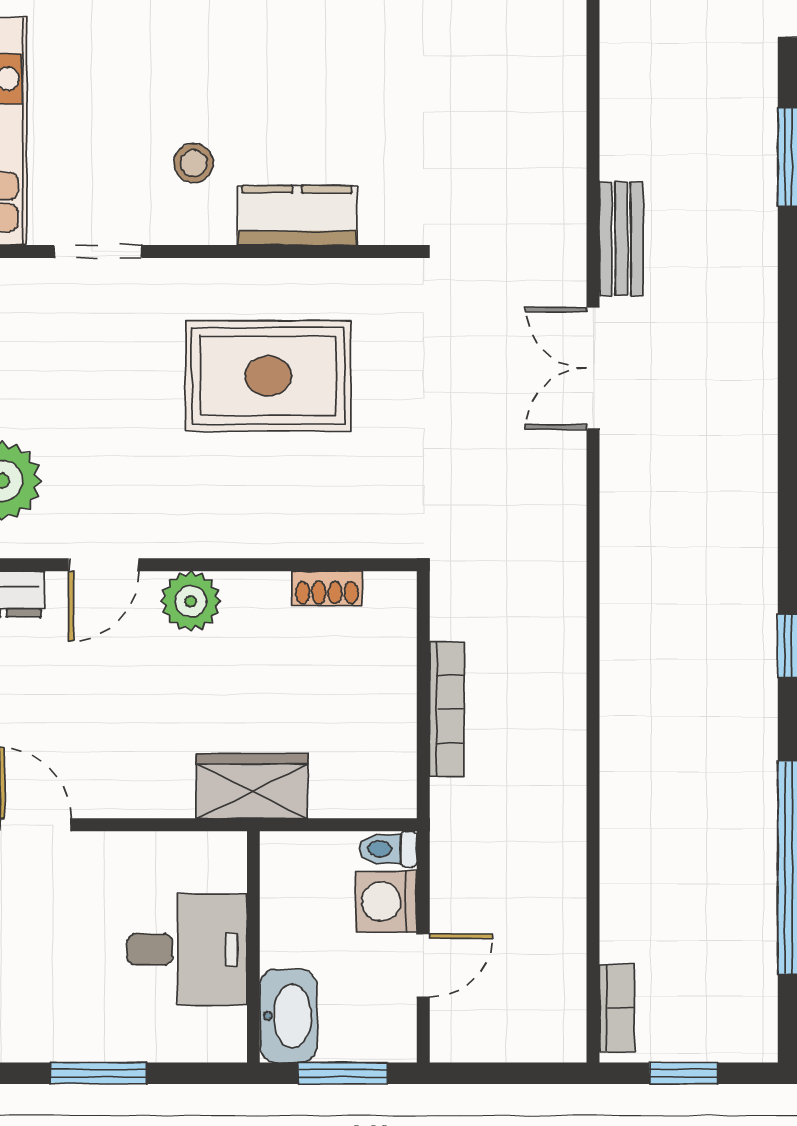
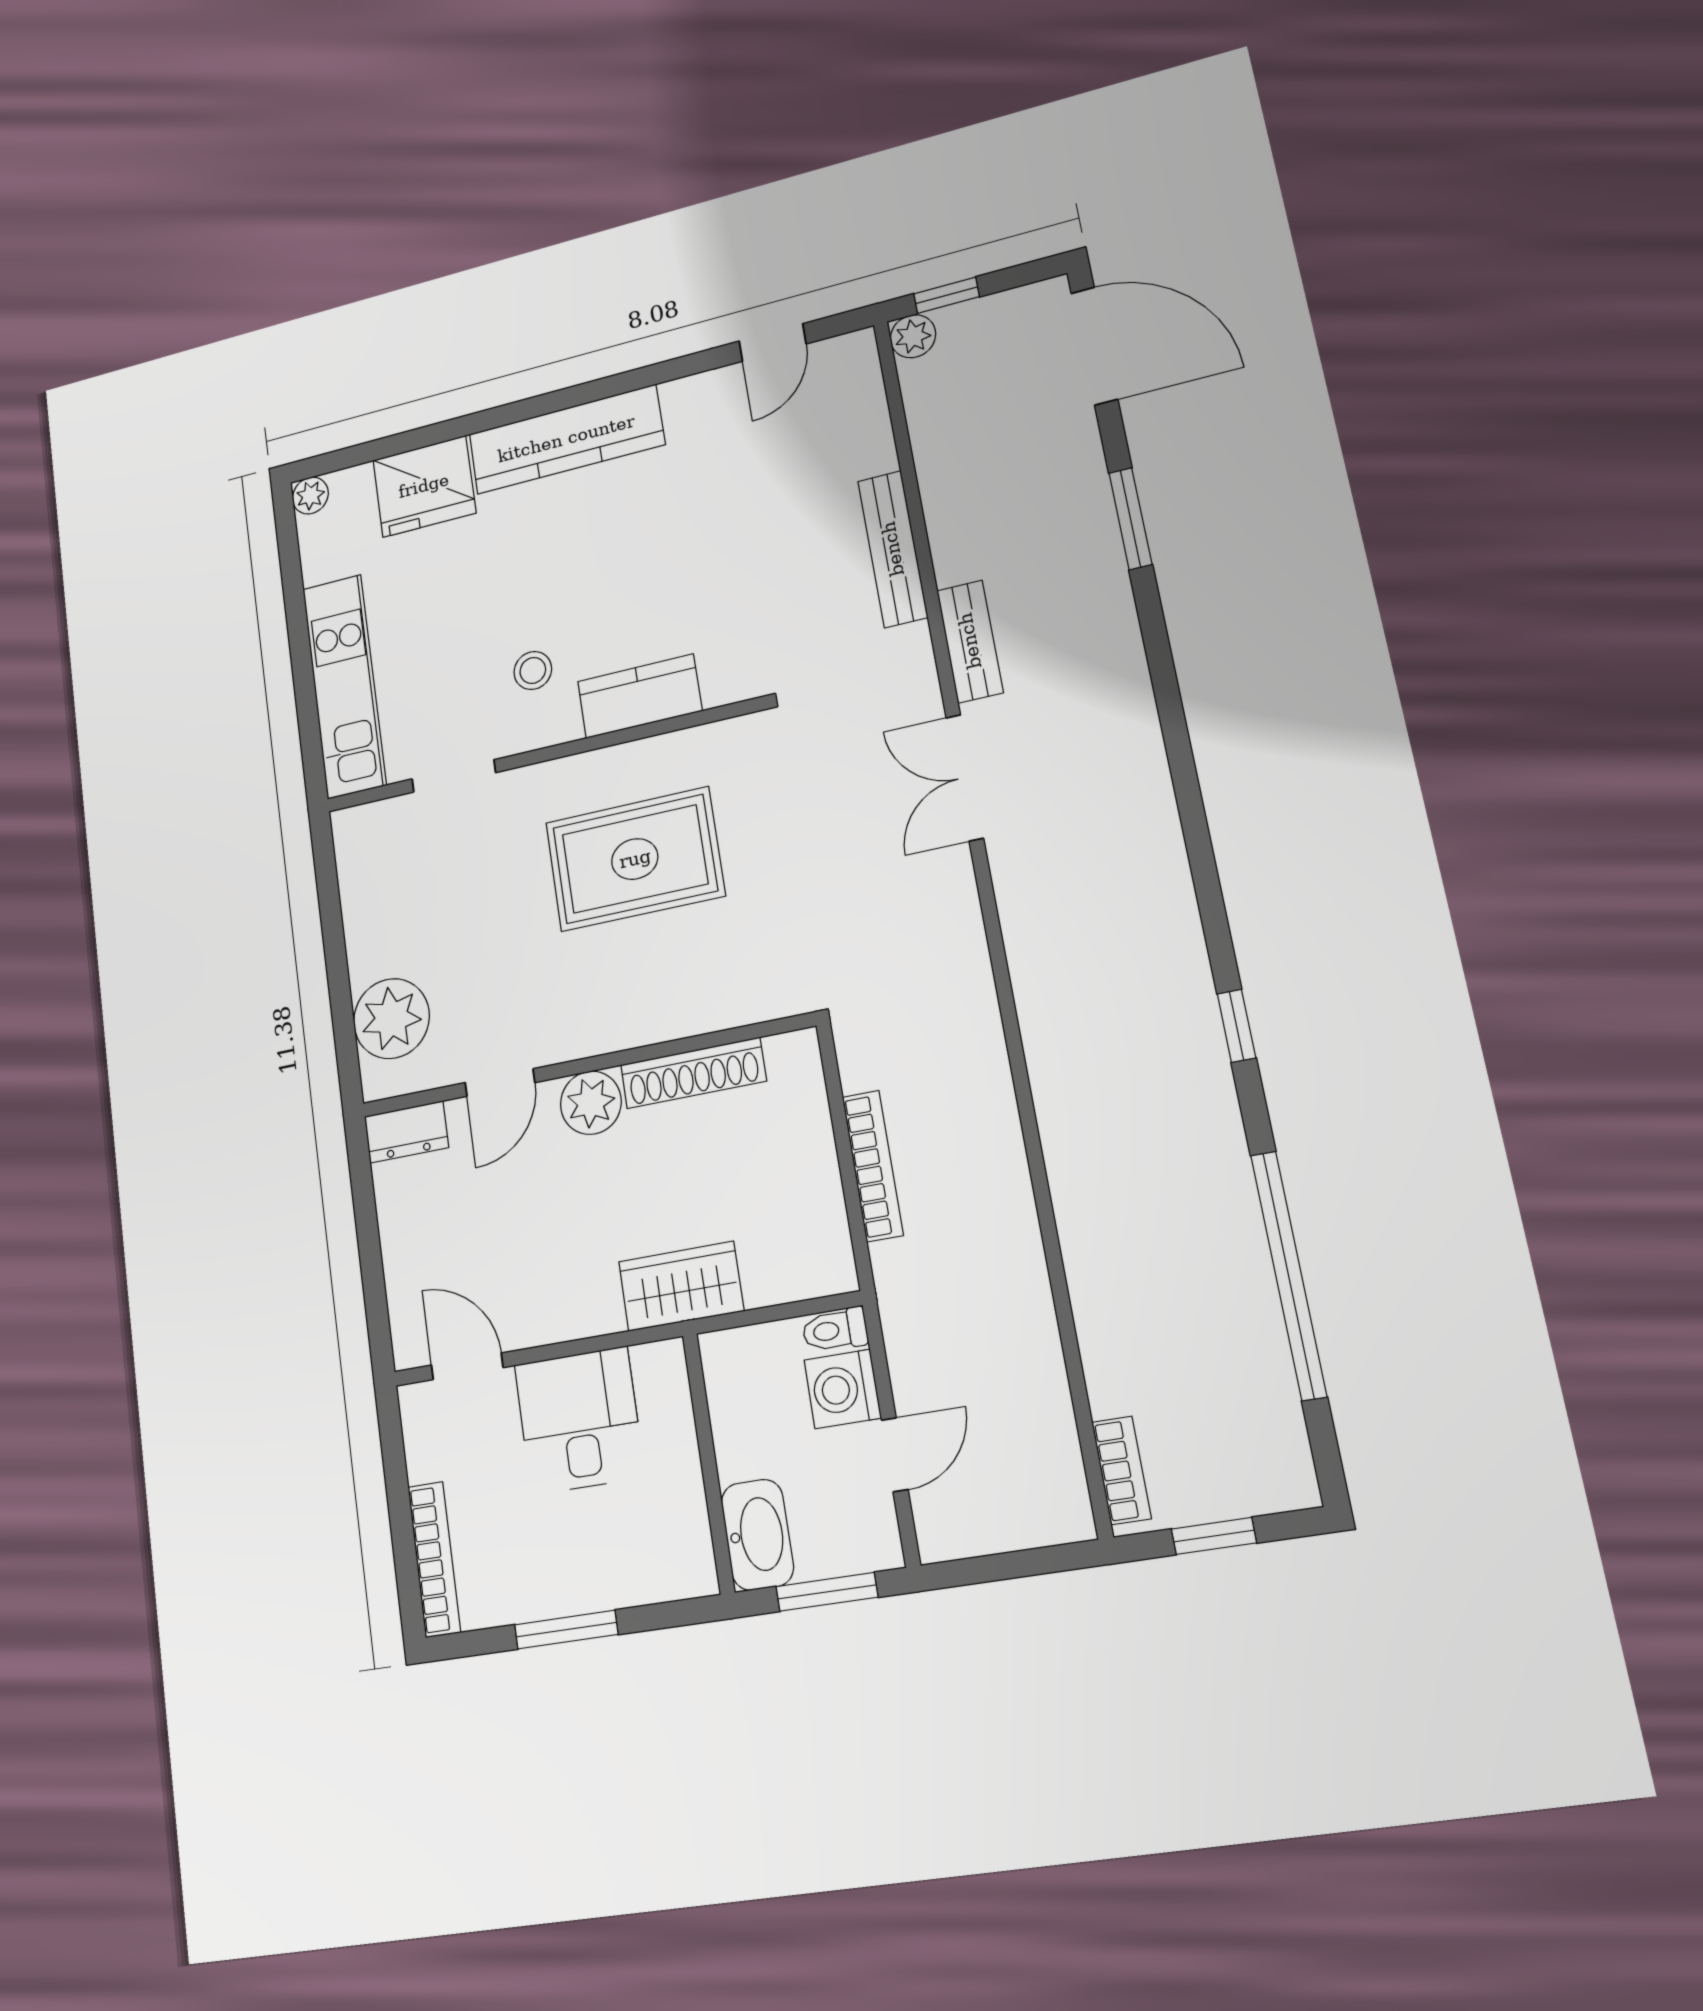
bench: (565, 129) -> (893, 549), added
shoe rack: (327, 588) -> (693, 1073), width x1.94, depth x1.24
desk: (187, 950) -> (579, 1420), moved, turned -90

